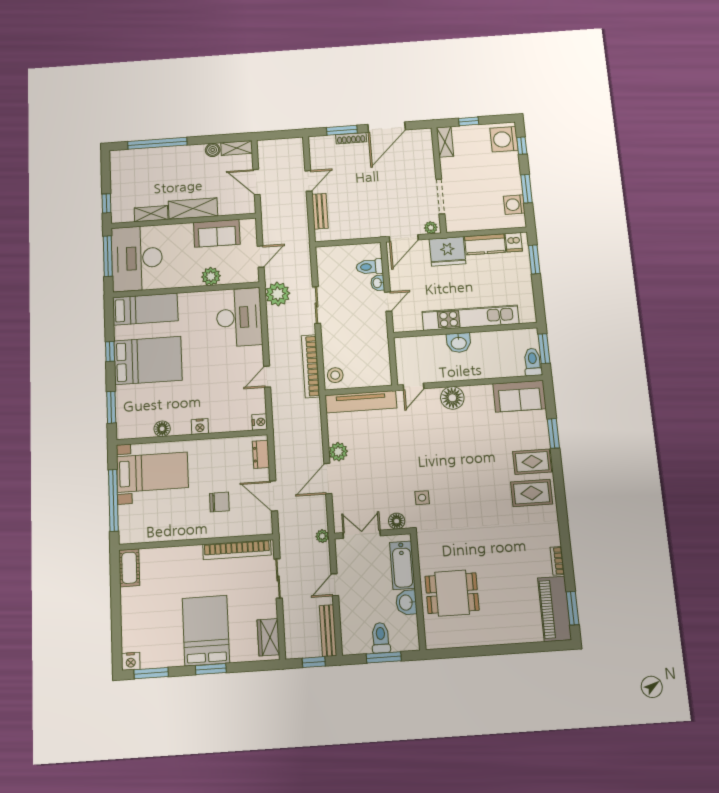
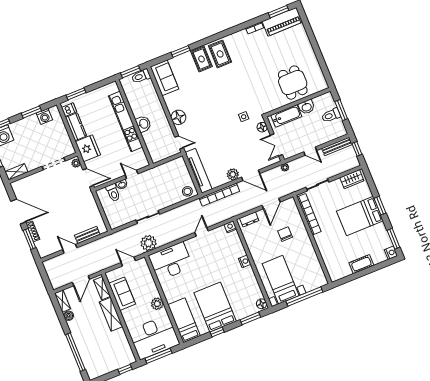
shelving: (151, 214) -> (102, 288), moved
plant: (211, 276) -> (157, 304), moved
bookcase: (311, 366) -> (219, 195), moved
door: (267, 377) -> (202, 232), swing flipped
floor lamp: (162, 429) -> (262, 304), moved
cot: (129, 568) -> (361, 264), moved

